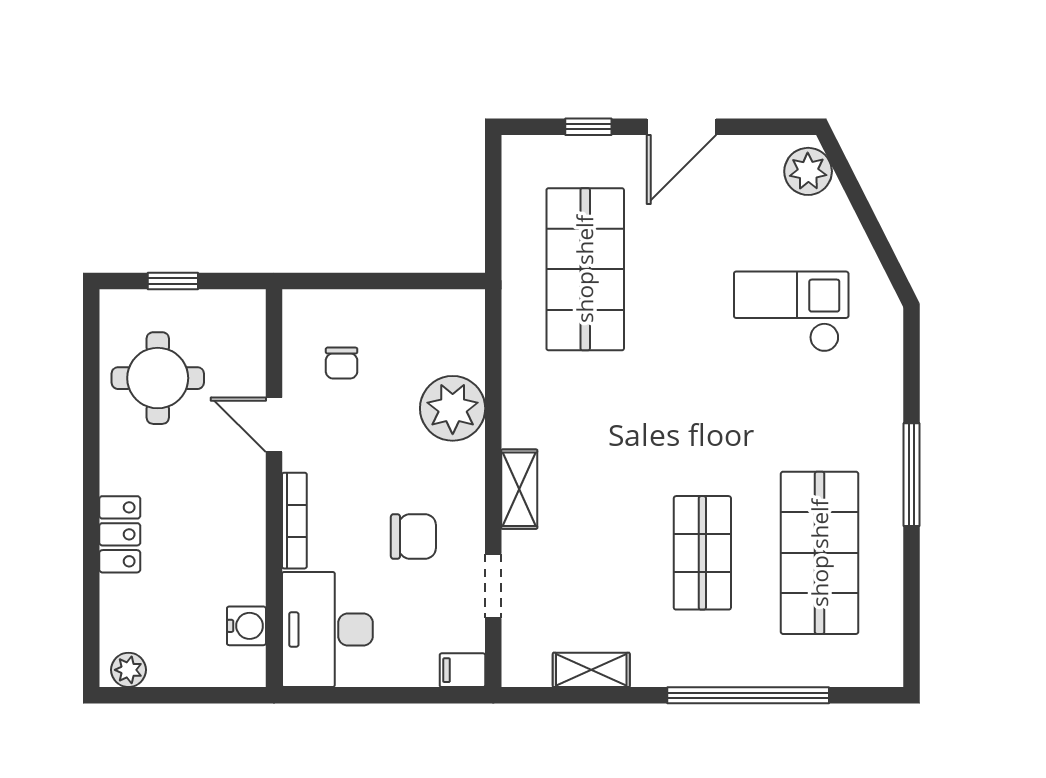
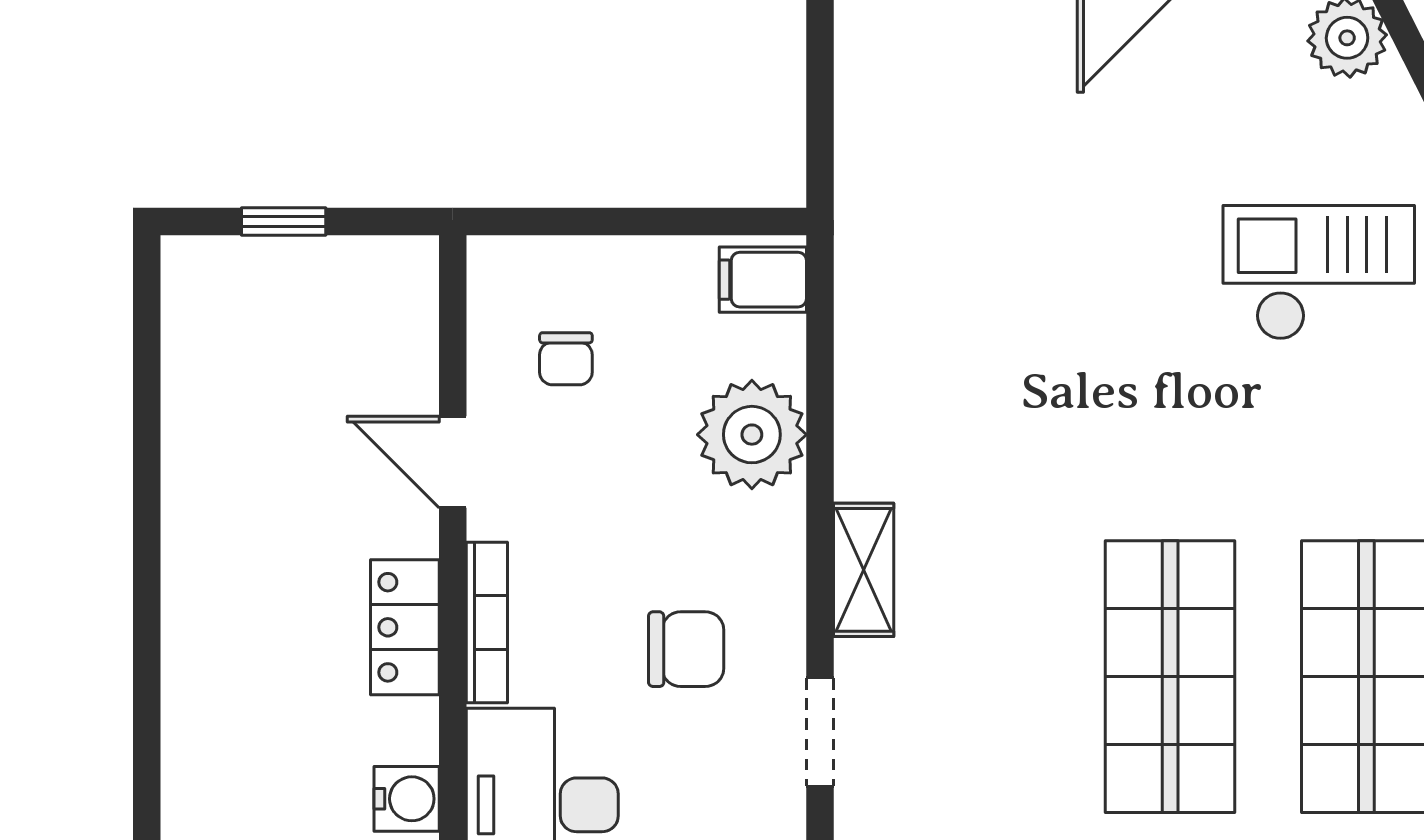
shop shelf: (585, 269) -> (974, 202), removed
filing cabinet: (459, 316) -> (763, 280), added
round table: (158, 378) -> (258, 384), removed
locker: (120, 534) -> (405, 627), moved, turned 180
shop shelf: (702, 553) -> (1170, 677), width x1.43, depth x1.36

